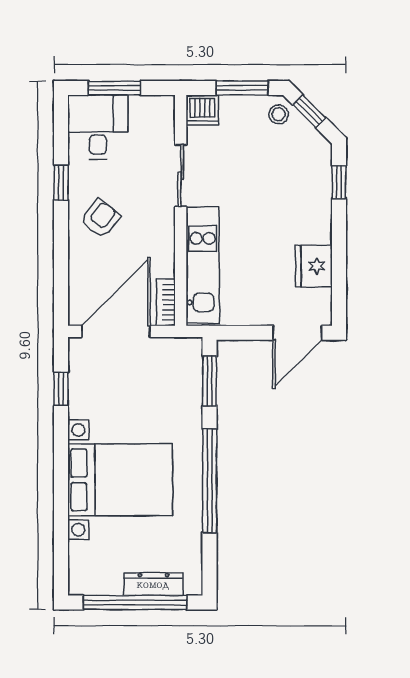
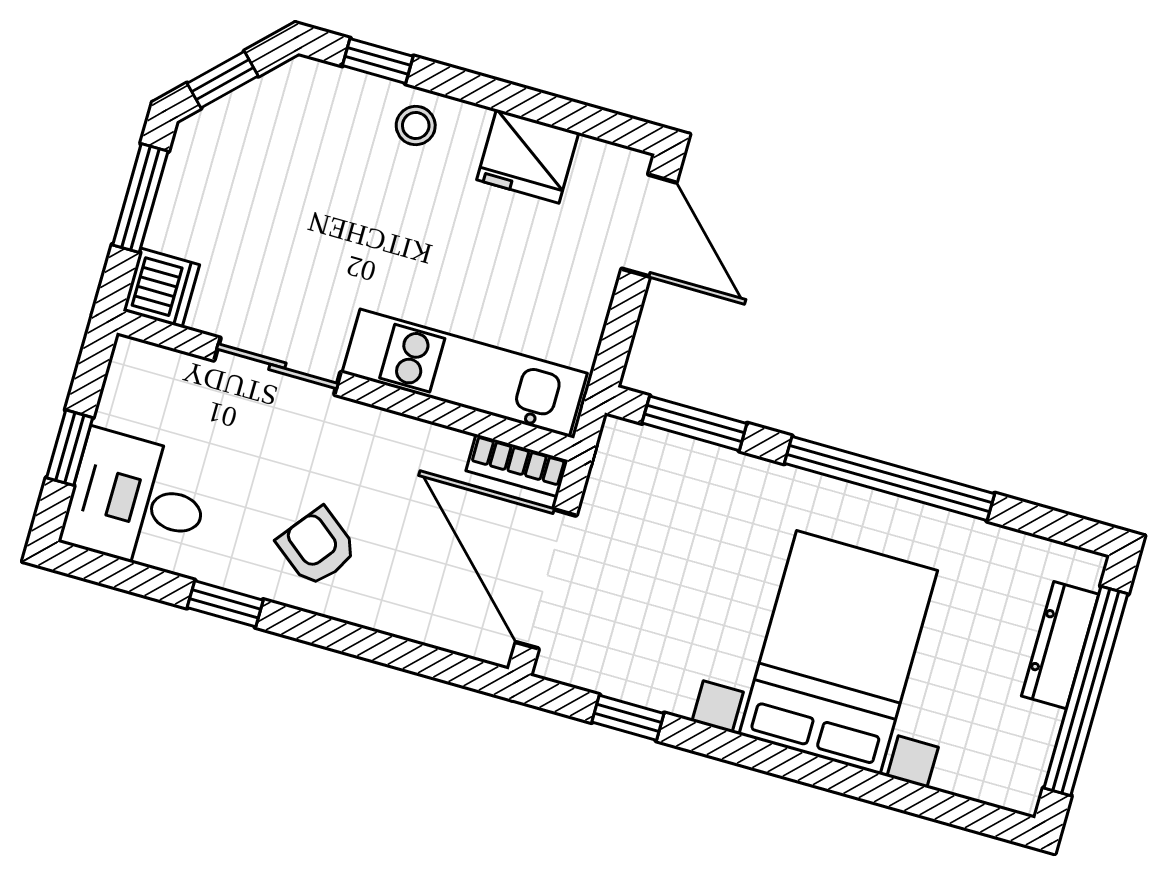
window: (114, 88) -> (70, 448), width x0.67
stool: (279, 114) -> (416, 126), moved

